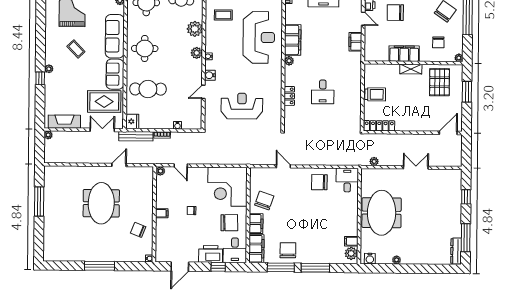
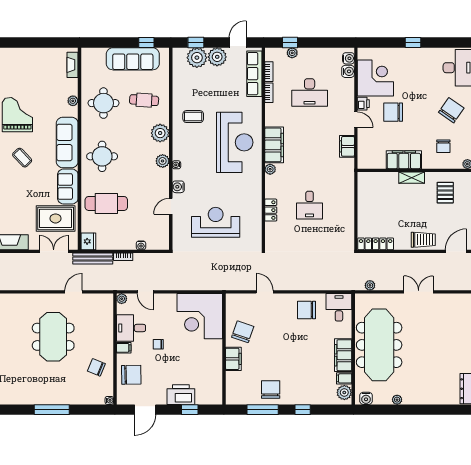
pallet: (439, 82) -> (445, 193), width x0.67, depth x0.71
trolley: (375, 94) -> (423, 240), moved
meeting table: (382, 213) -> (379, 345), width x1.36
chair: (229, 223) -> (131, 375), moved
filing cabinet: (256, 249) -> (343, 355), moved, turned 180
desk: (235, 250) -> (131, 328), moved, turned 90
window: (315, 268) -> (303, 410), width x0.46

